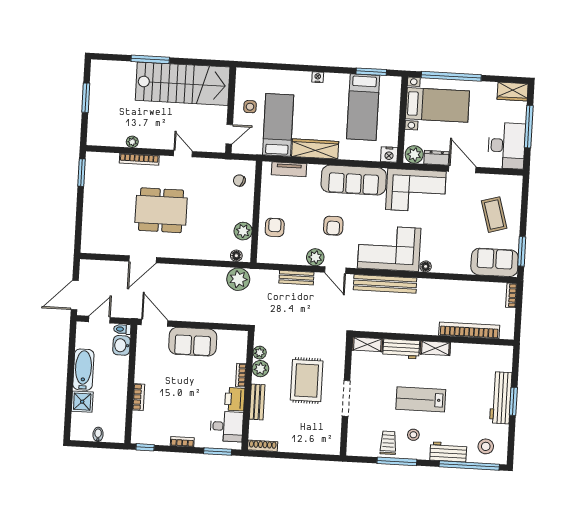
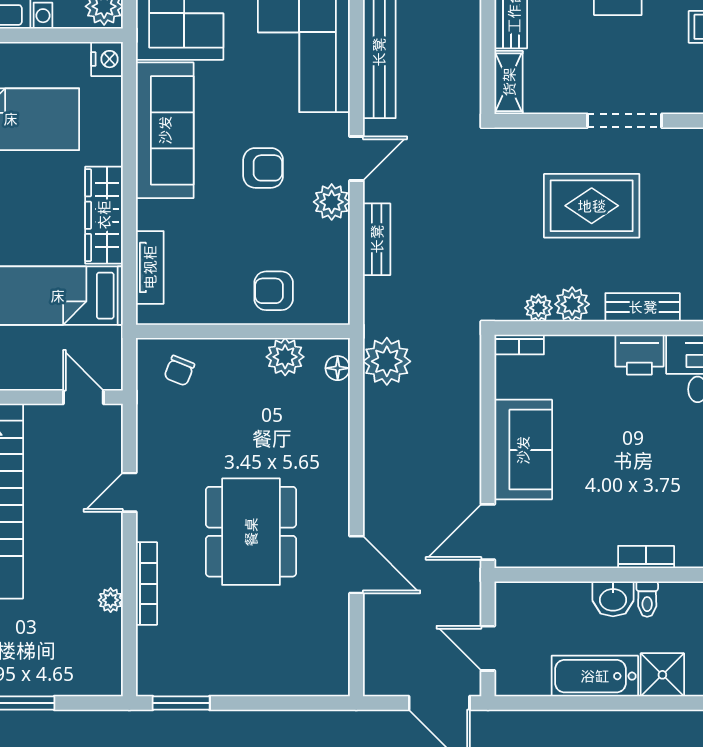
side table: (250, 107) -> (23, 357), removed
toilet: (122, 329) -> (647, 599), moved
washbasin: (122, 345) -> (613, 599), moved
bookcase: (241, 375) -> (519, 345), moved

